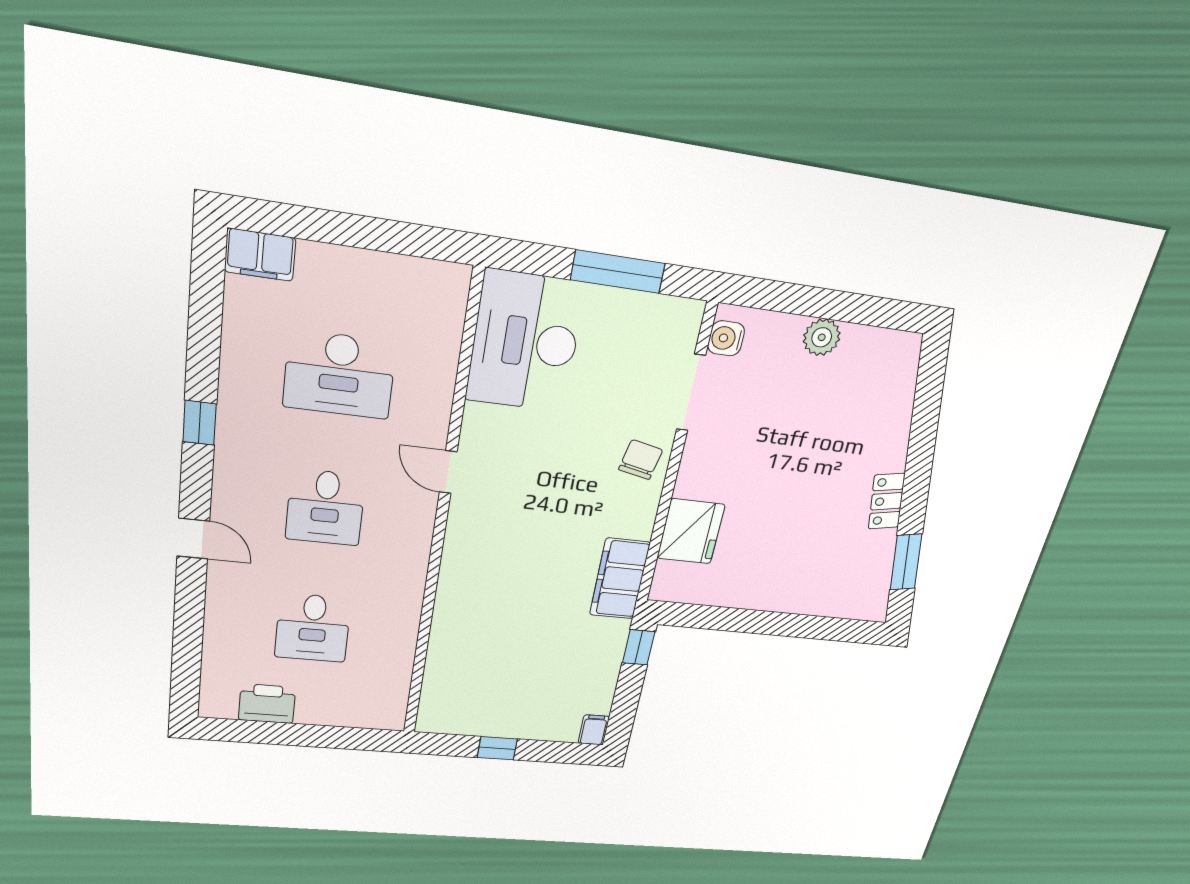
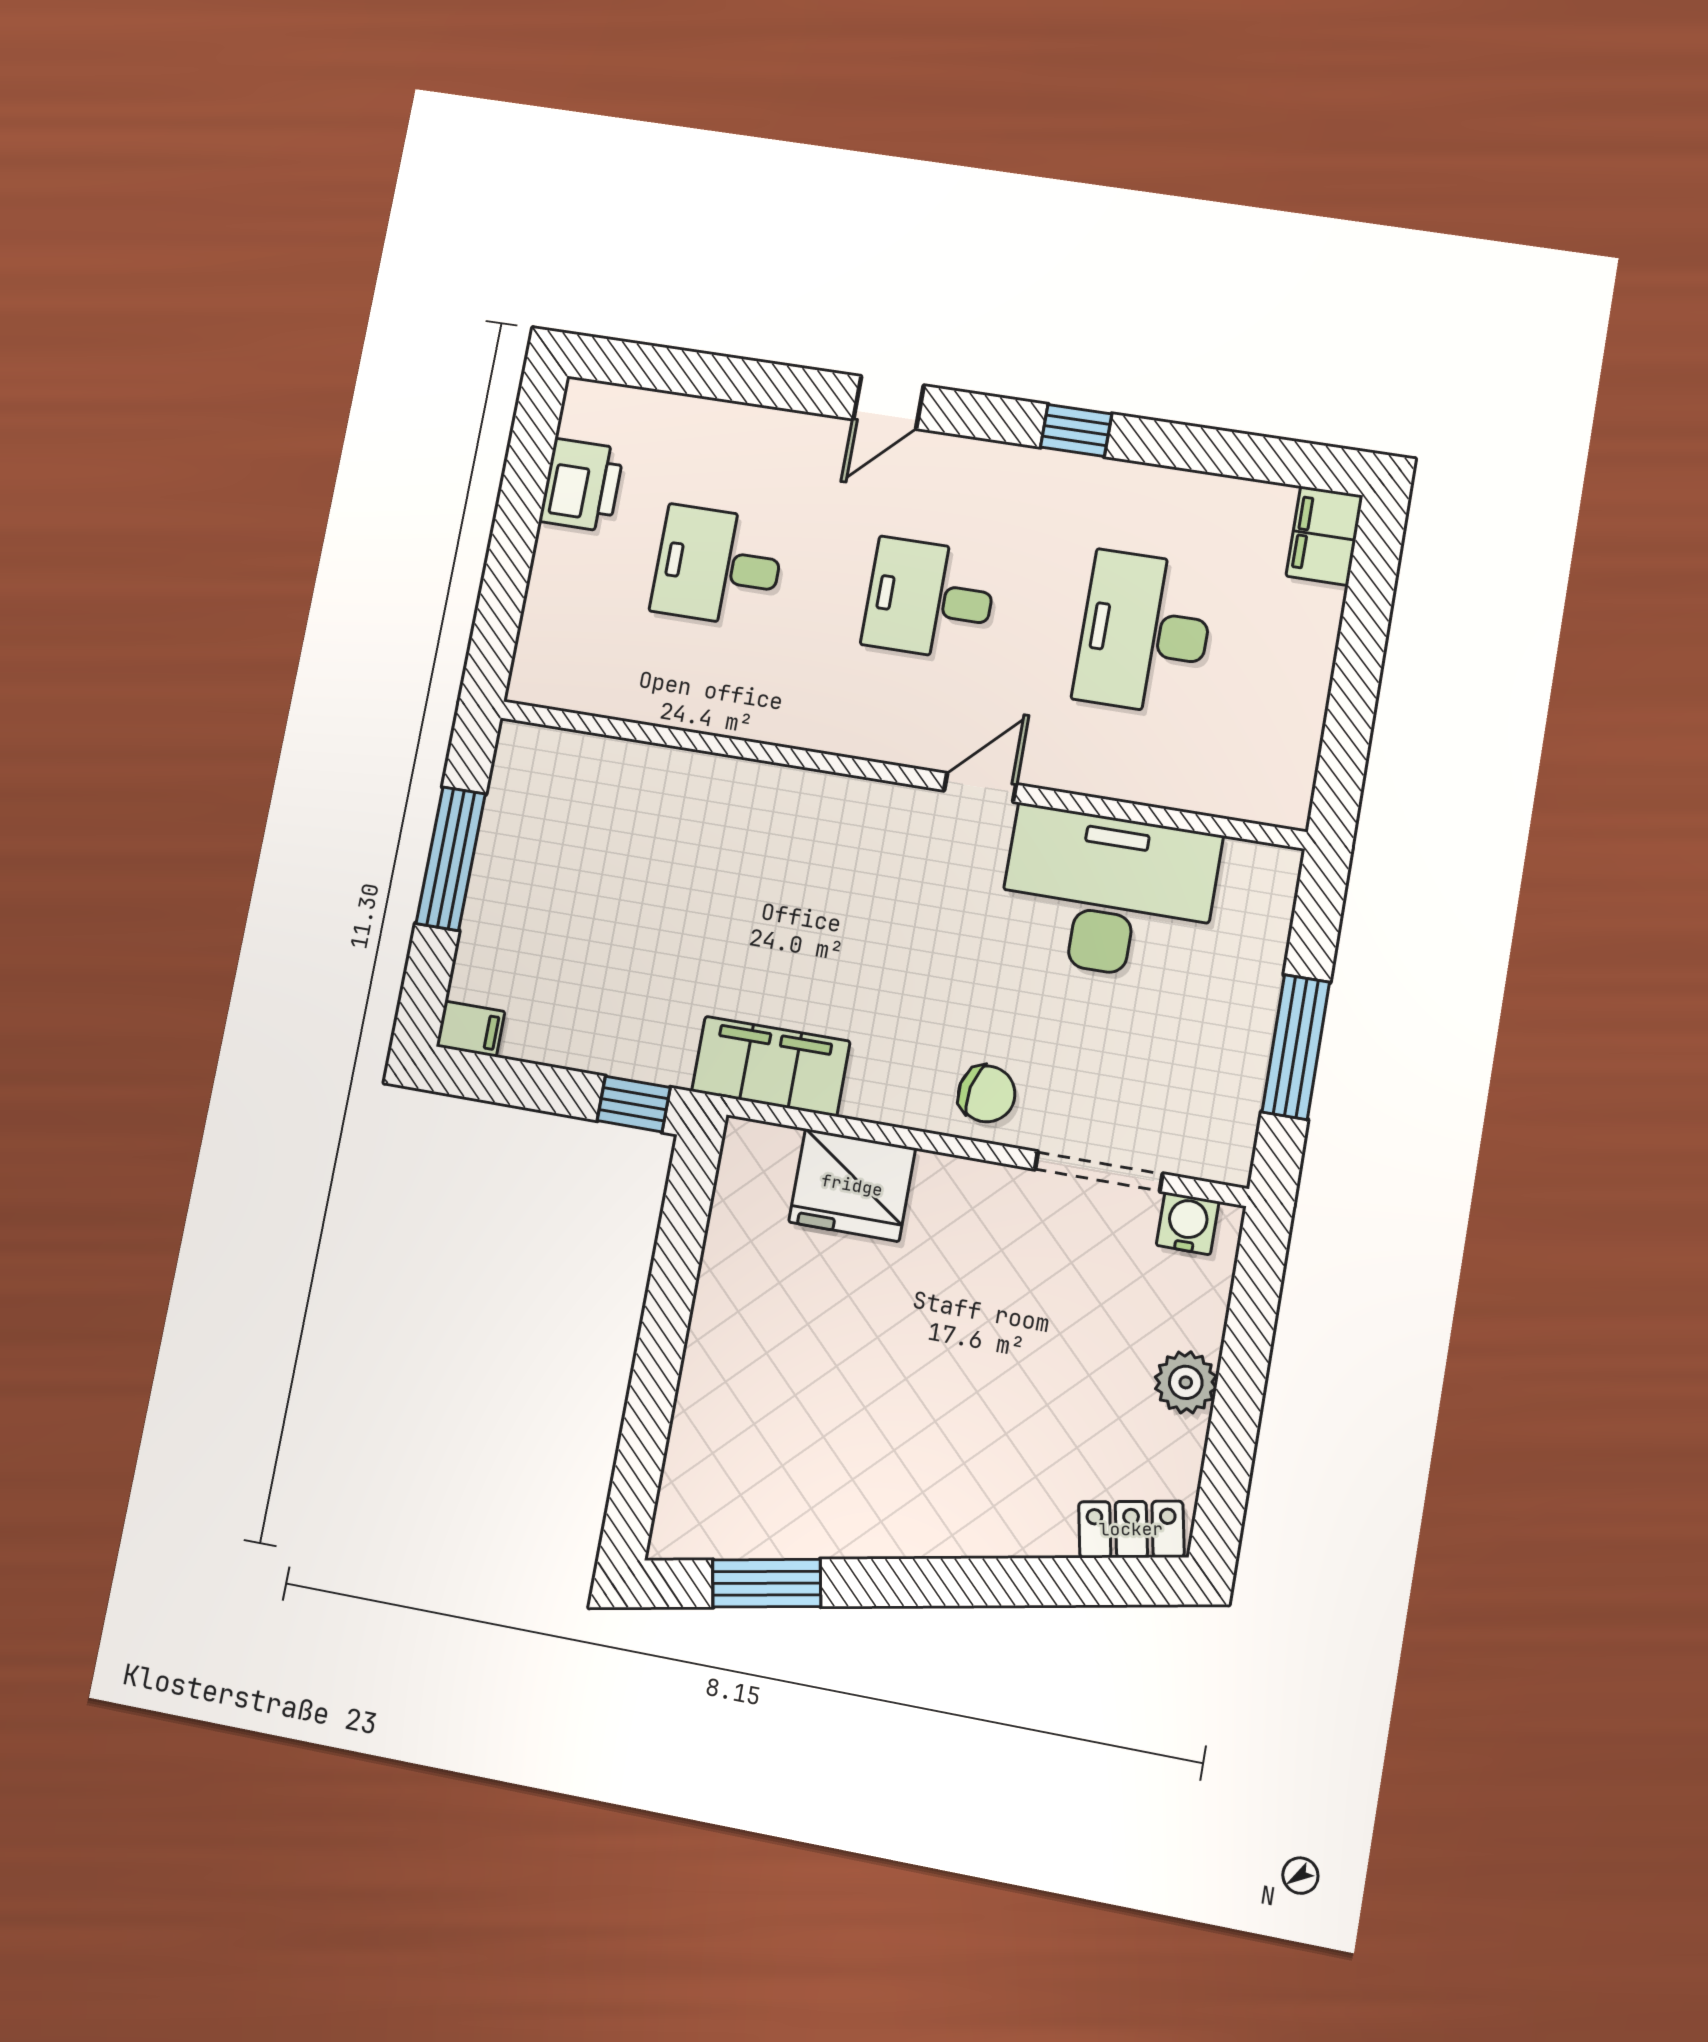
desk: (525, 342) -> (1108, 894), moved
locker: (887, 501) -> (1131, 1529), moved
window: (497, 748) -> (451, 859), width x2.17

